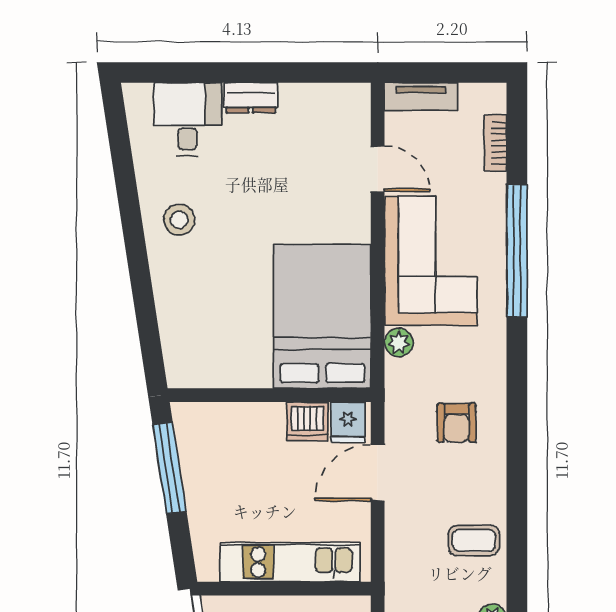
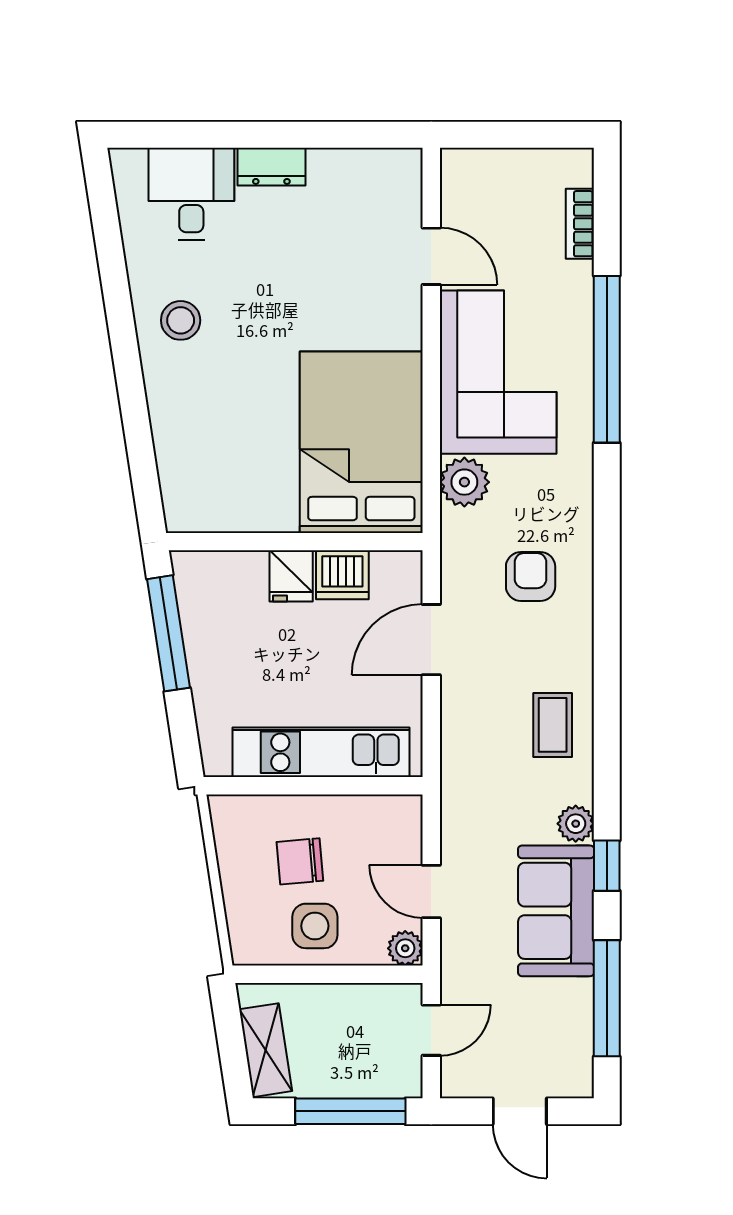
tv unit: (421, 97) -> (486, 165), removed
plant: (399, 343) -> (464, 482), width x1.38, depth x1.38
fridge: (348, 422) -> (291, 576), moved
armchair: (456, 423) -> (531, 576), turned 180
coffee table: (474, 540) -> (553, 725), turned 90

